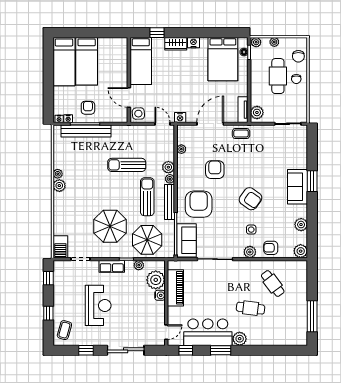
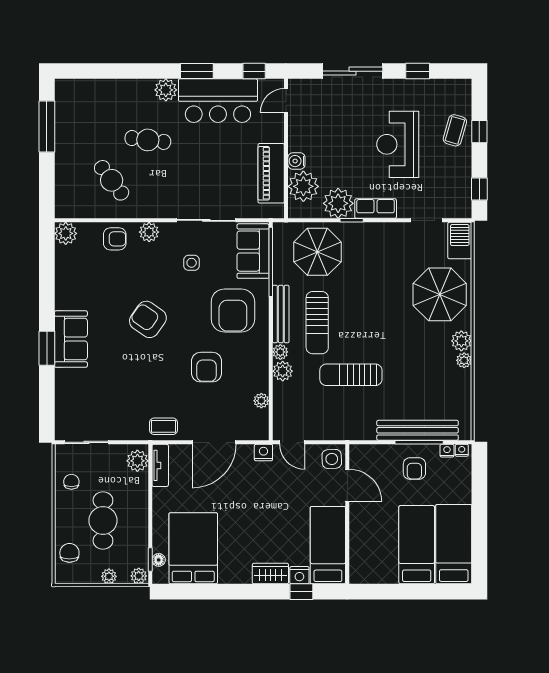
nightstand: (193, 43) -> (299, 575), moved
chair: (296, 79) -> (71, 482), moved
sun lounger: (127, 165) -> (351, 375), turned 180
plant: (301, 225) -> (65, 277), removed
parasol: (110, 226) -> (440, 294), moved
side table: (251, 230) -> (192, 263), moved
plant: (139, 265) -> (338, 203), width x1.87, depth x1.87
coffee table: (64, 330) -> (455, 130), moved

